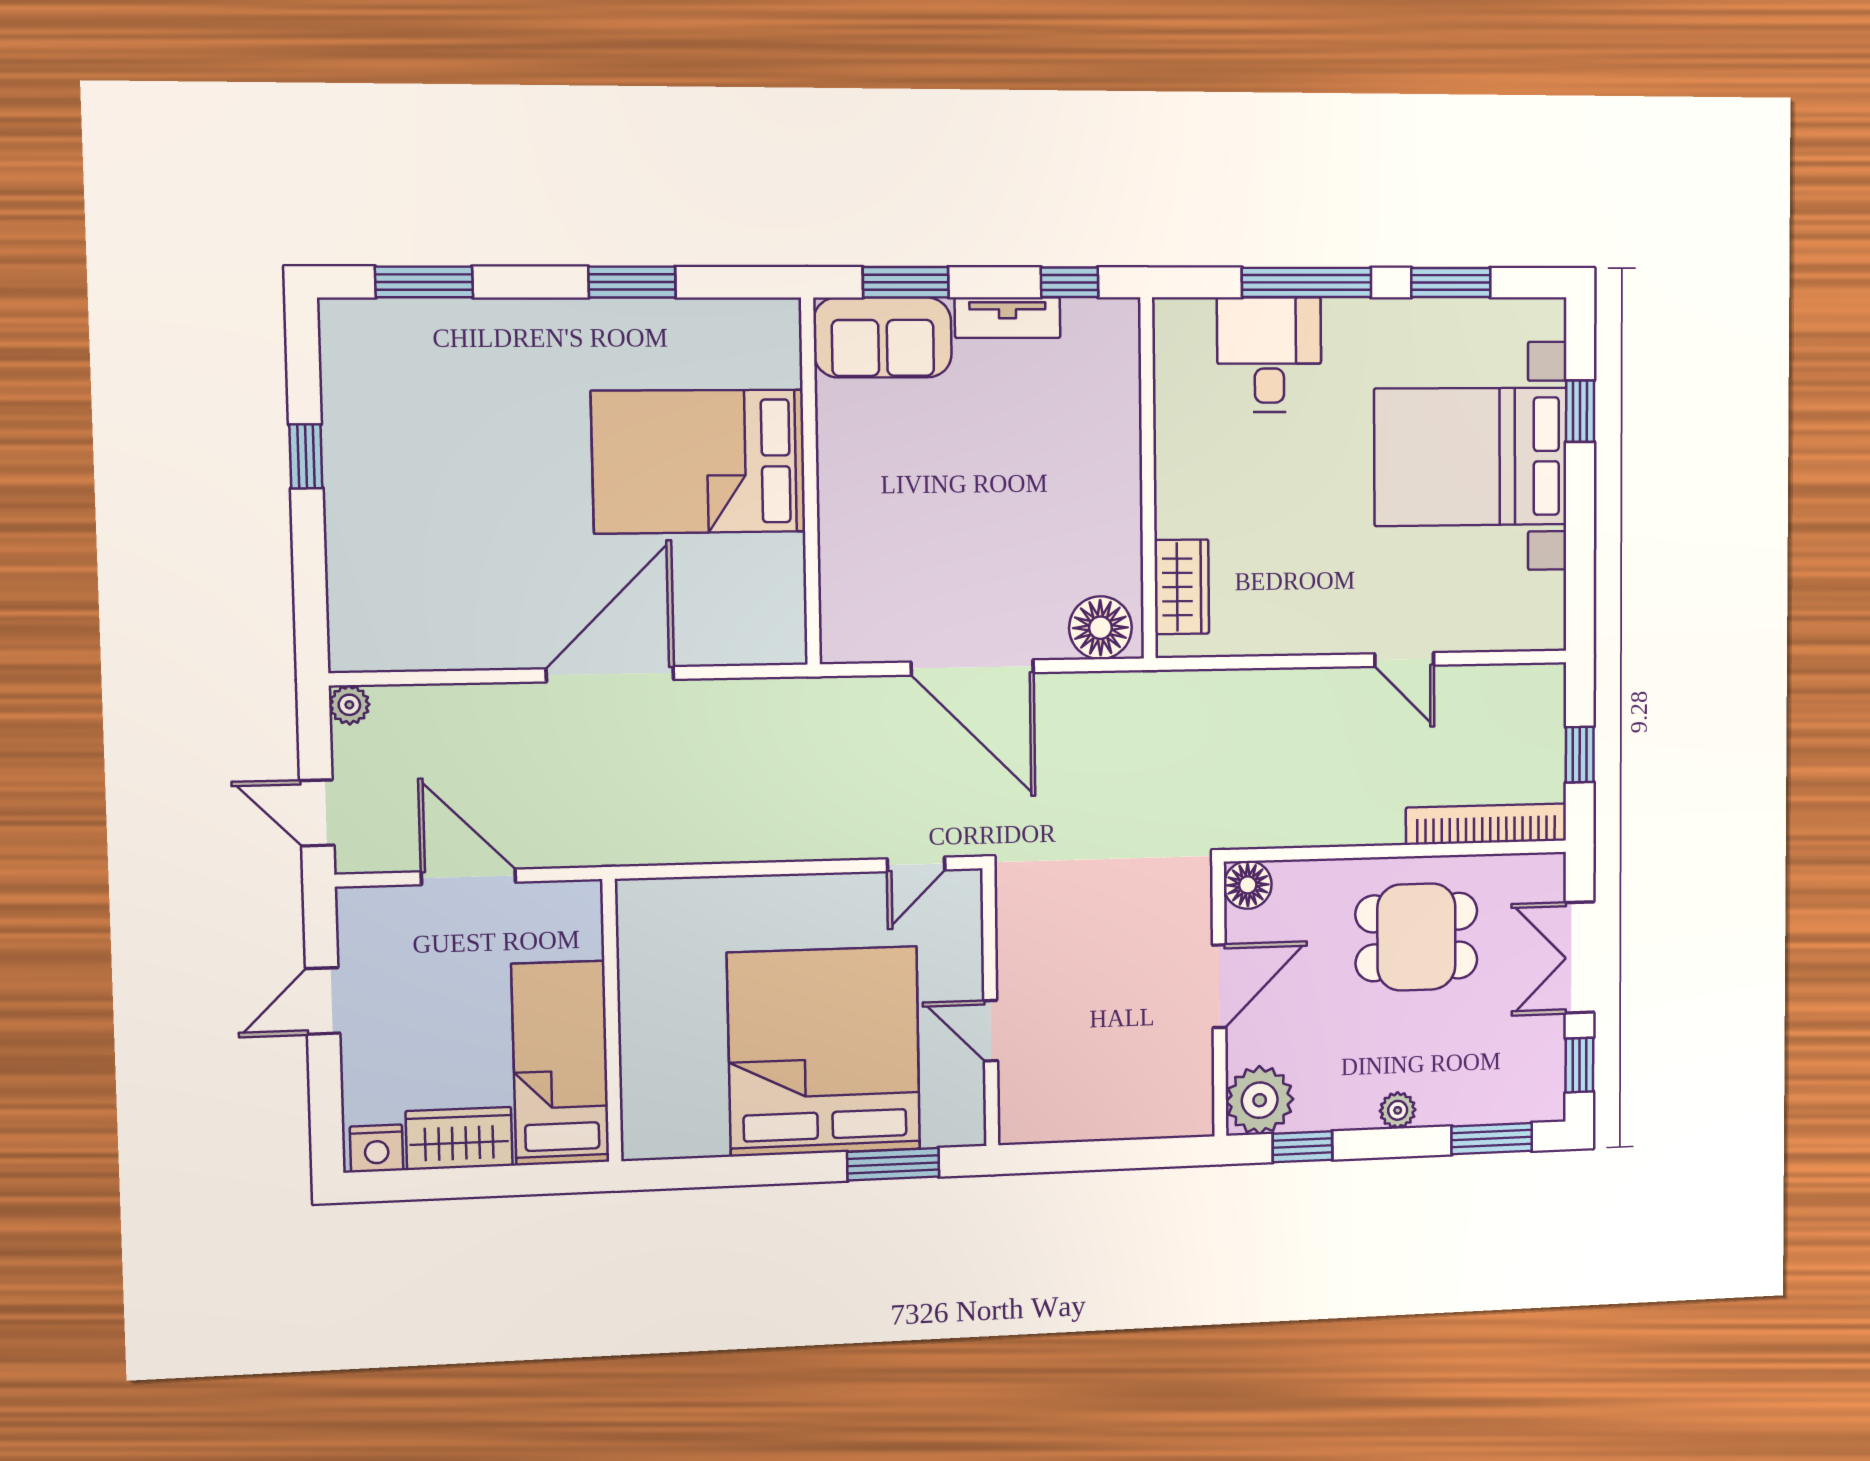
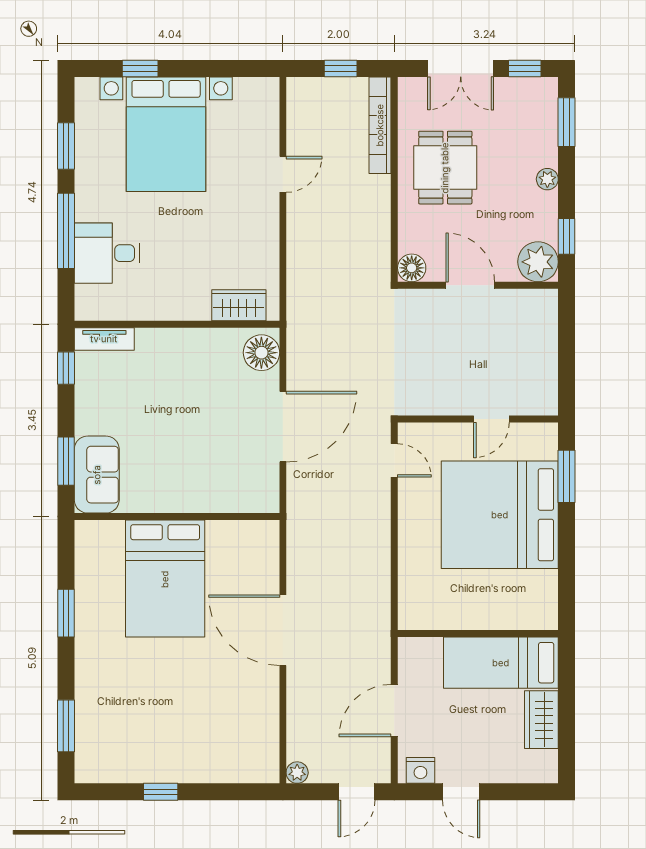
tv unit: (1008, 318) -> (104, 339), moved, turned 90
nightstand: (377, 1148) -> (420, 770), moved, turned 90

